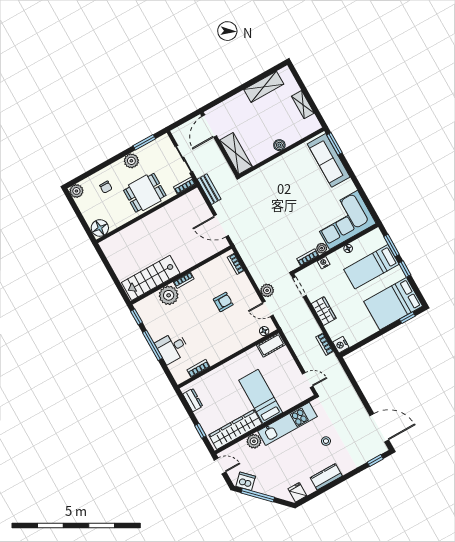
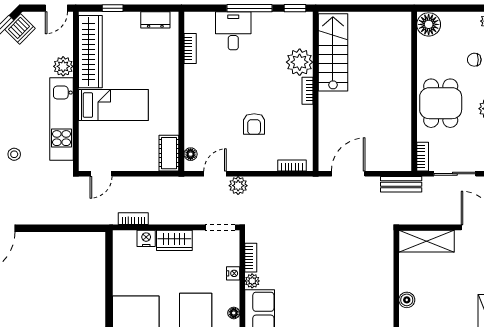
nightstand: (341, 345) -> (146, 238), moved

